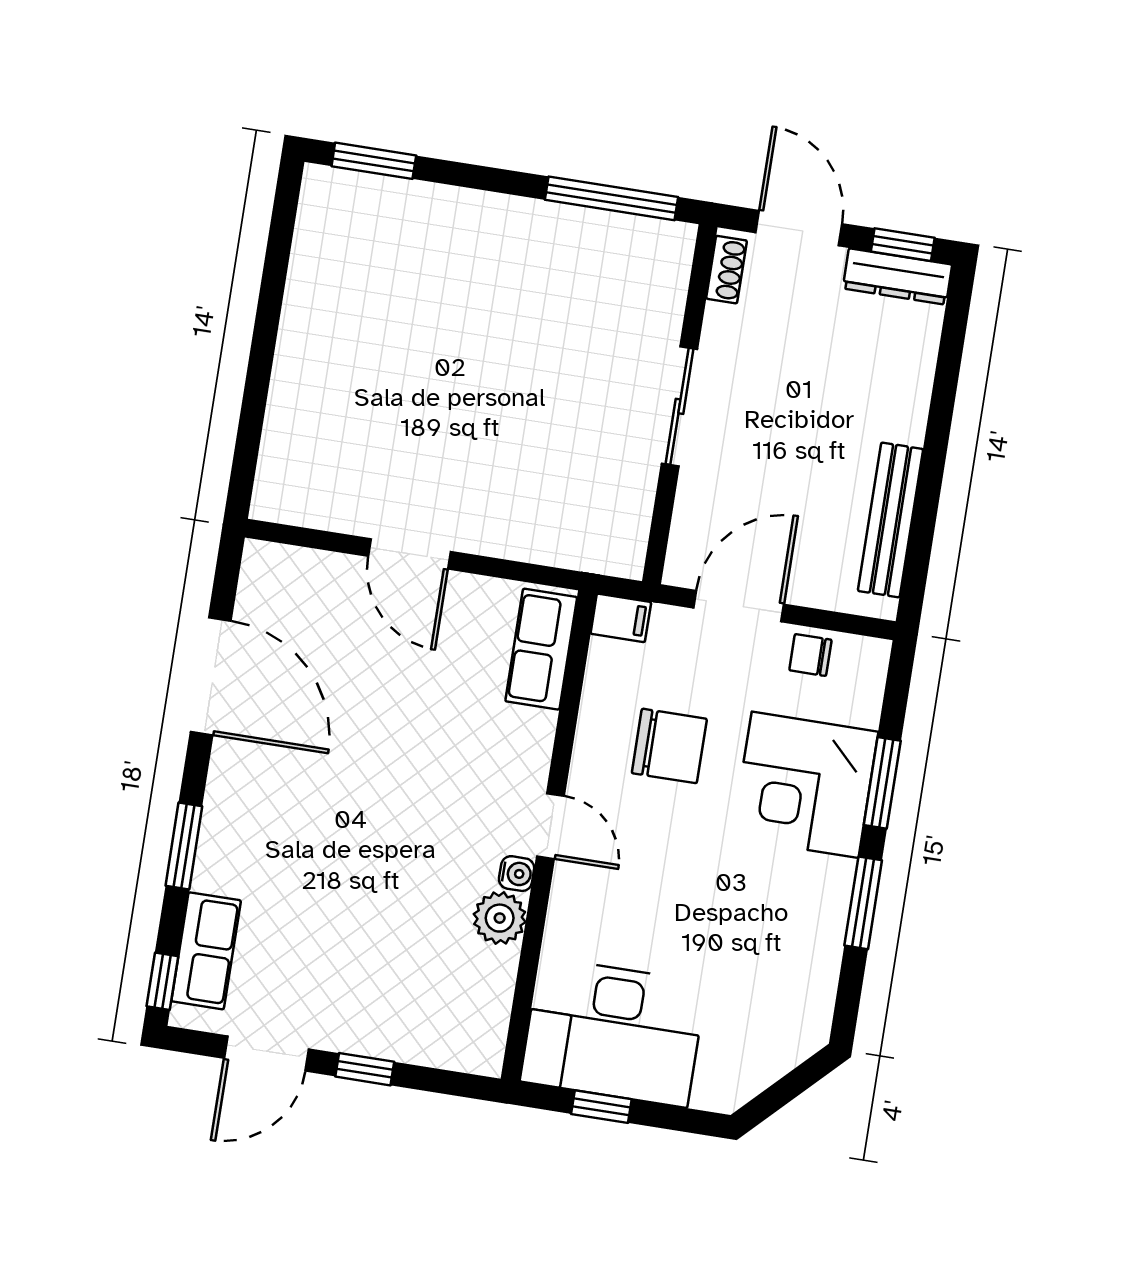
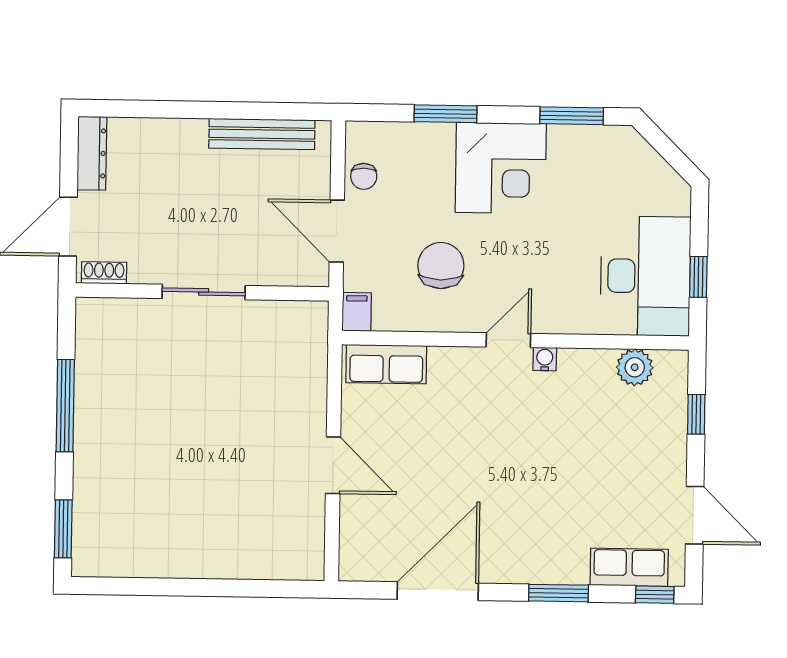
window: (611, 198) -> (65, 406), moved
window: (903, 245) -> (69, 153), removed
door: (409, 554) -> (333, 465), hinge flipped
corner desk: (805, 785) -> (501, 168), moved
window: (863, 903) -> (572, 116), moved
plant: (500, 918) -> (635, 367), moved
window: (365, 1069) -> (696, 414), moved

